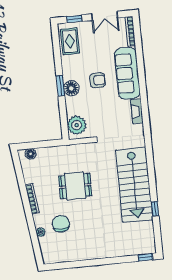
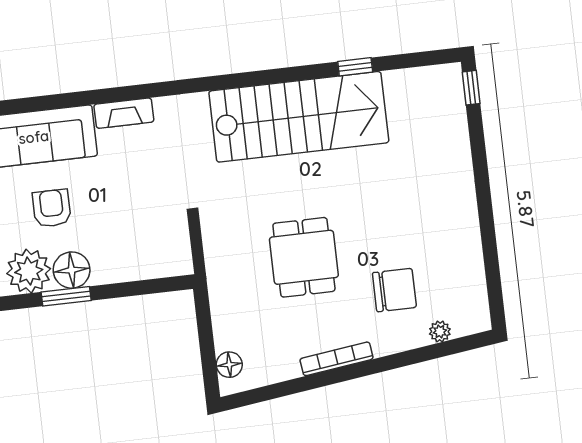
plant: (77, 125) -> (29, 271), moved
chair: (61, 224) -> (394, 290), turned 180
plant: (41, 232) -> (440, 331), moved

